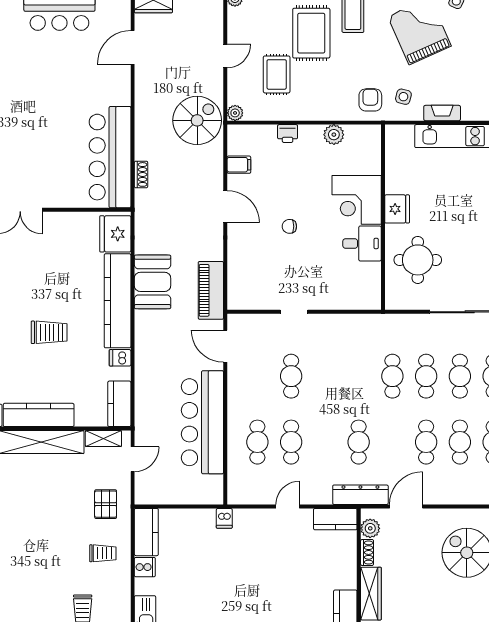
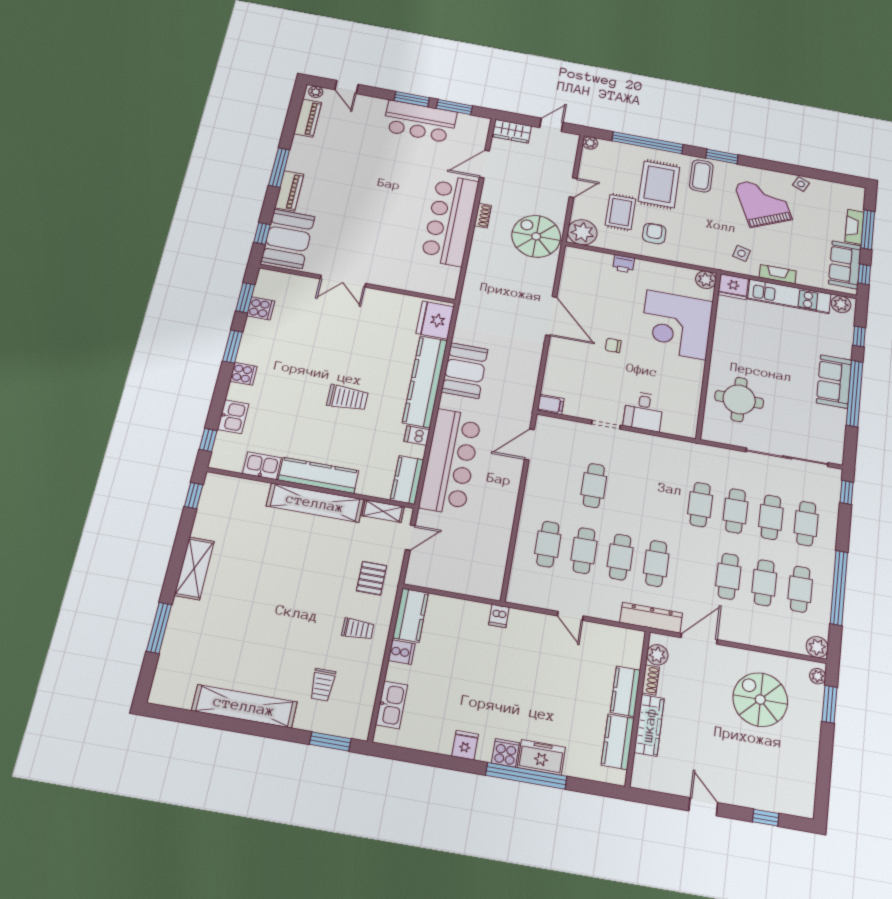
armchair: (370, 100) -> (654, 234), moved
plant: (235, 113) -> (582, 232), width x1.87, depth x1.87
spiral stairs: (197, 120) -> (536, 236), turned -90
plant: (334, 135) -> (706, 280), moved
bar counter: (110, 157) -> (450, 220), moved
filing cabinet: (239, 165) -> (551, 404), moved
shoe rack: (141, 174) -> (483, 216), moved
corner desk: (357, 200) -> (676, 325), width x1.36, depth x1.36
door: (225, 207) -> (551, 316), width x1.36
fridge: (397, 209) -> (733, 287), moved, turned 90
desk: (362, 243) -> (643, 411), moved, turned 90
piano: (211, 290) -> (523, 389), removed
door: (225, 346) -> (529, 444), hinge flipped
bar counter: (202, 422) -> (450, 461), moved, turned 180
cafe table: (325, 442) -> (620, 557), added
door: (288, 506) -> (570, 616), swing flipped
kitchen counter: (335, 519) -> (625, 691), moved, turned 90

